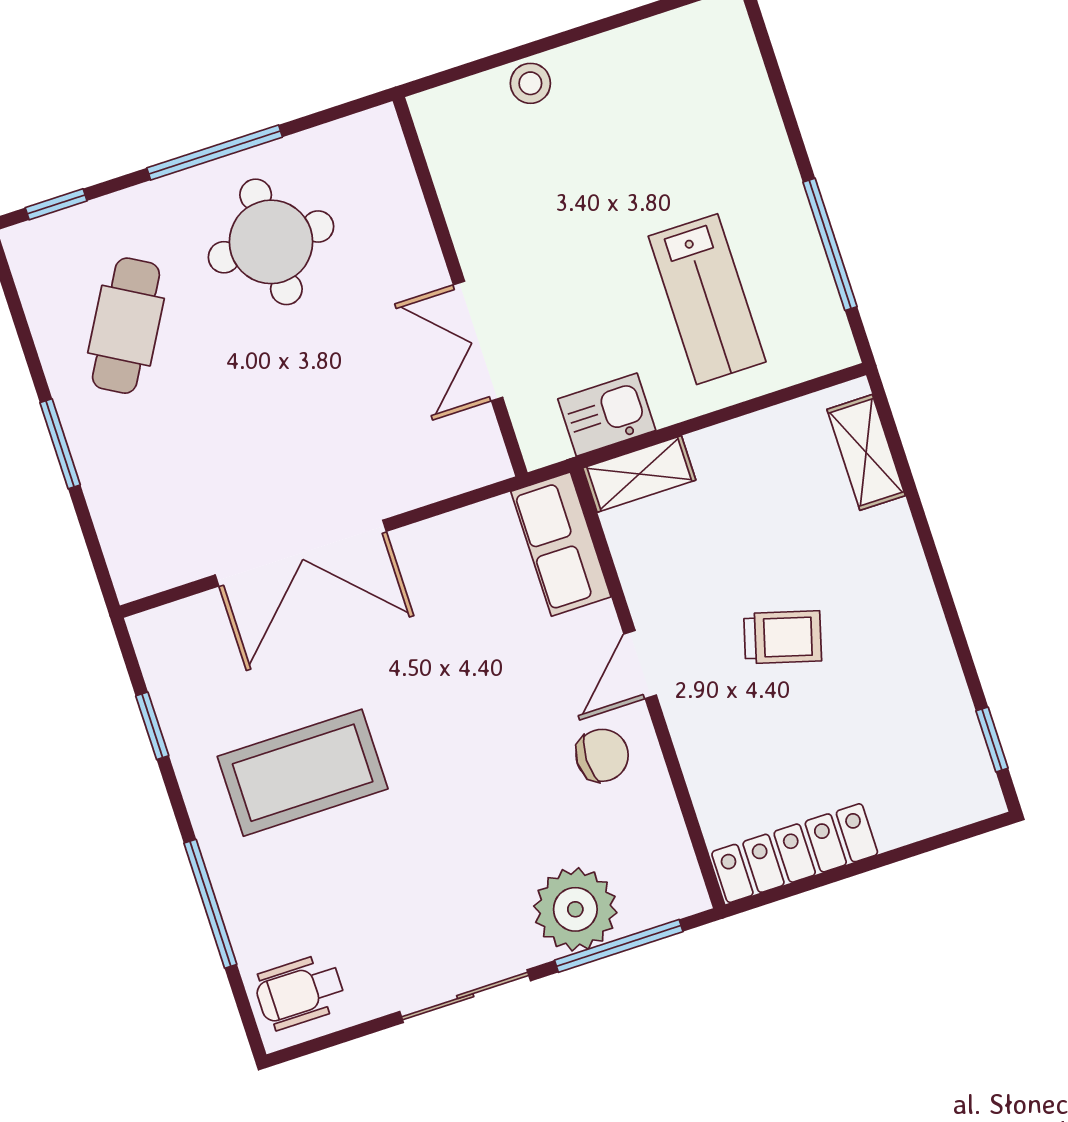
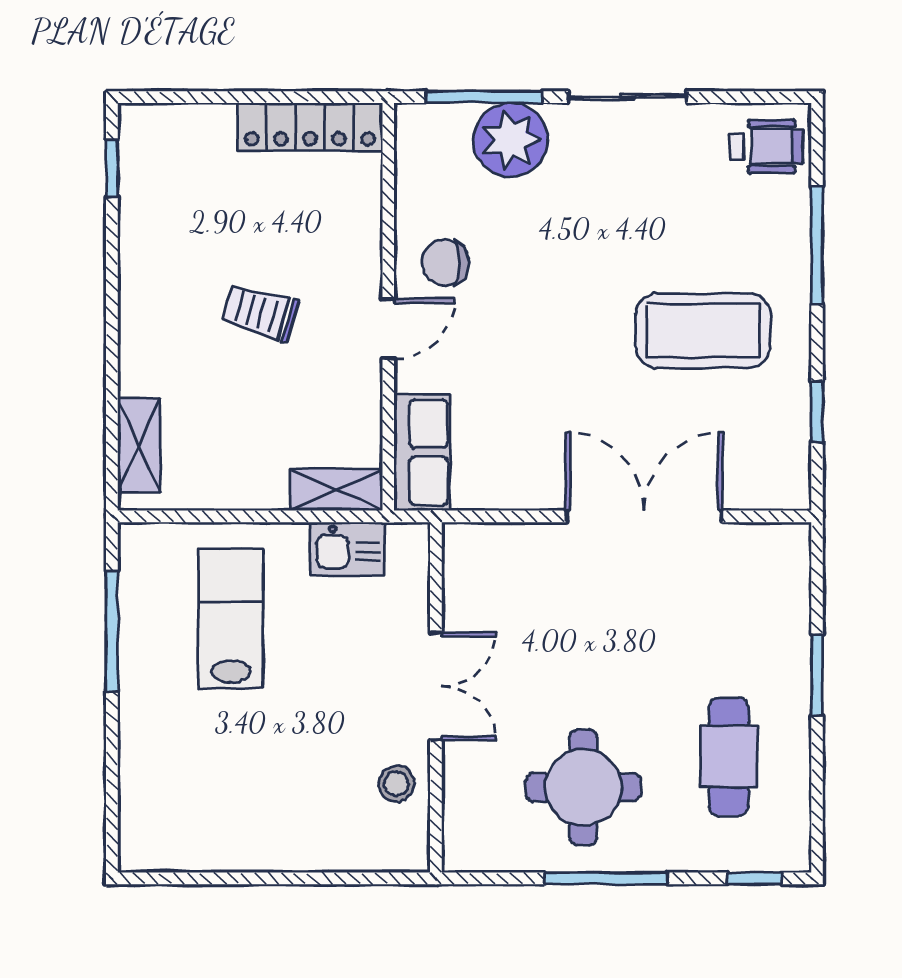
stool: (530, 83) -> (396, 784), moved
cafe table: (126, 326) -> (729, 757), turned -30
double door: (478, 341) -> (436, 686), moved

